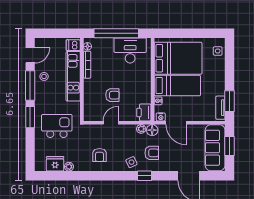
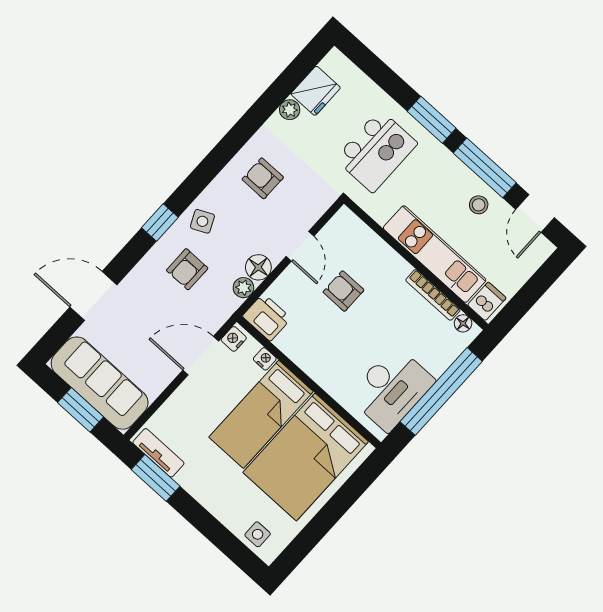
armchair: (112, 95) -> (343, 291), turned 90
floor lamp: (152, 130) -> (258, 267), moved

